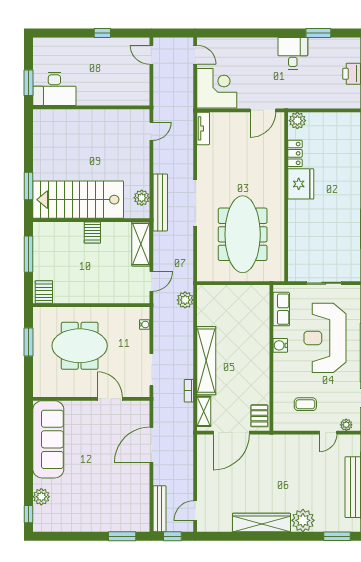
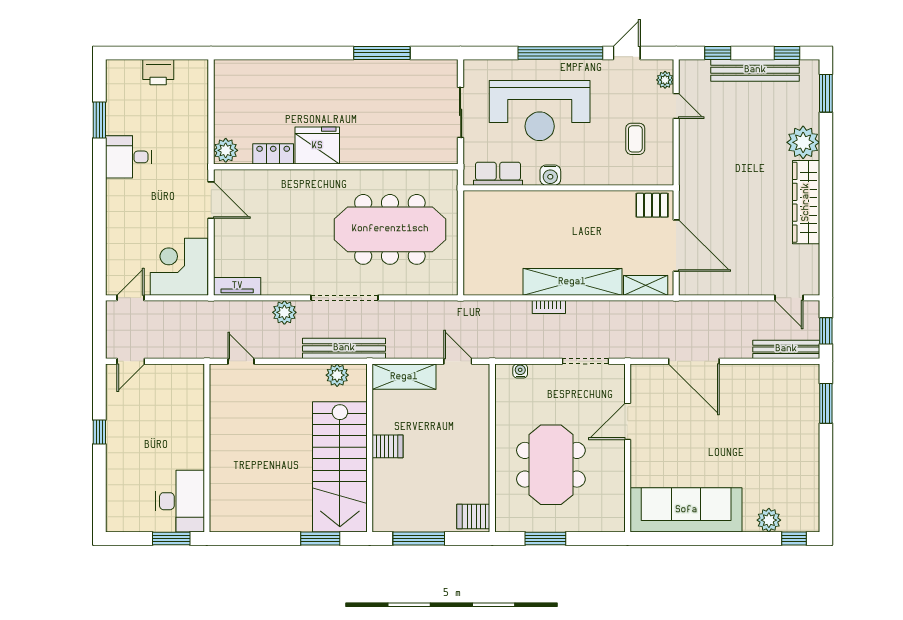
plant: (185, 300) -> (284, 312), moved
bookcase: (189, 391) -> (549, 307), moved

